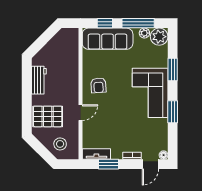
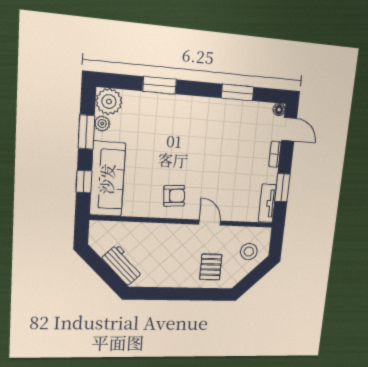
window: (138, 23) -> (86, 132), width x0.69
workbench: (39, 80) -> (122, 265), moved, turned 45
corner sofa: (150, 93) -> (191, 122), removed
window: (173, 112) -> (237, 92), moved
pallet: (48, 116) -> (211, 267), width x0.67, depth x0.71

